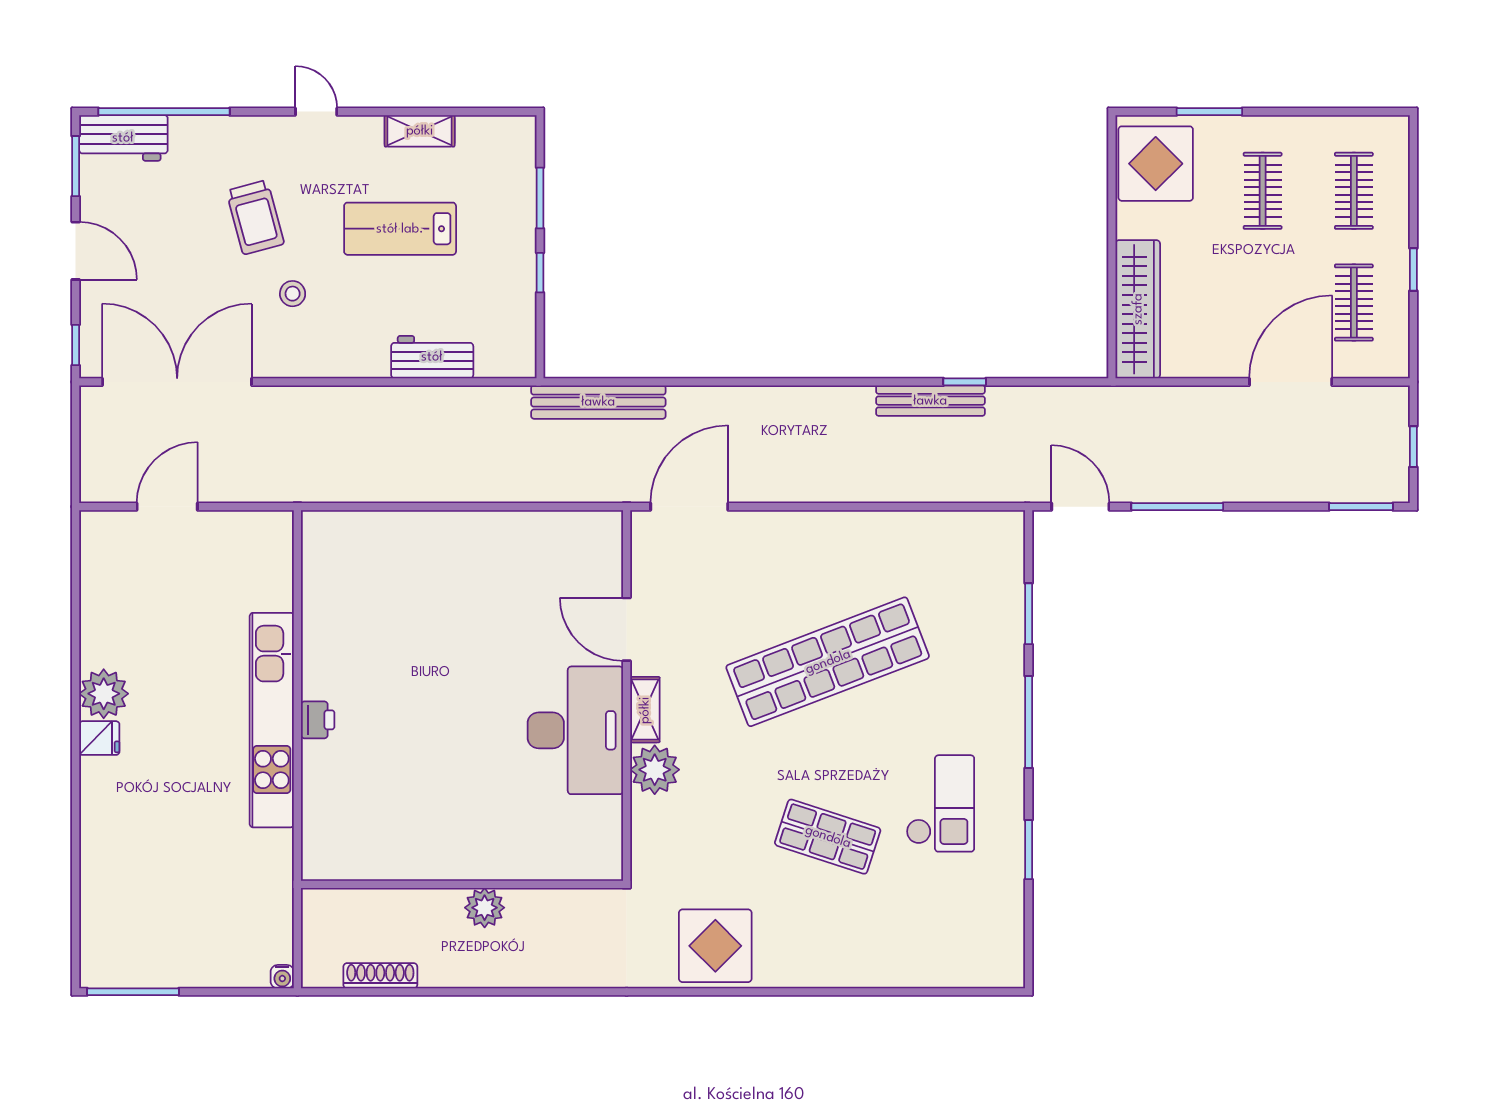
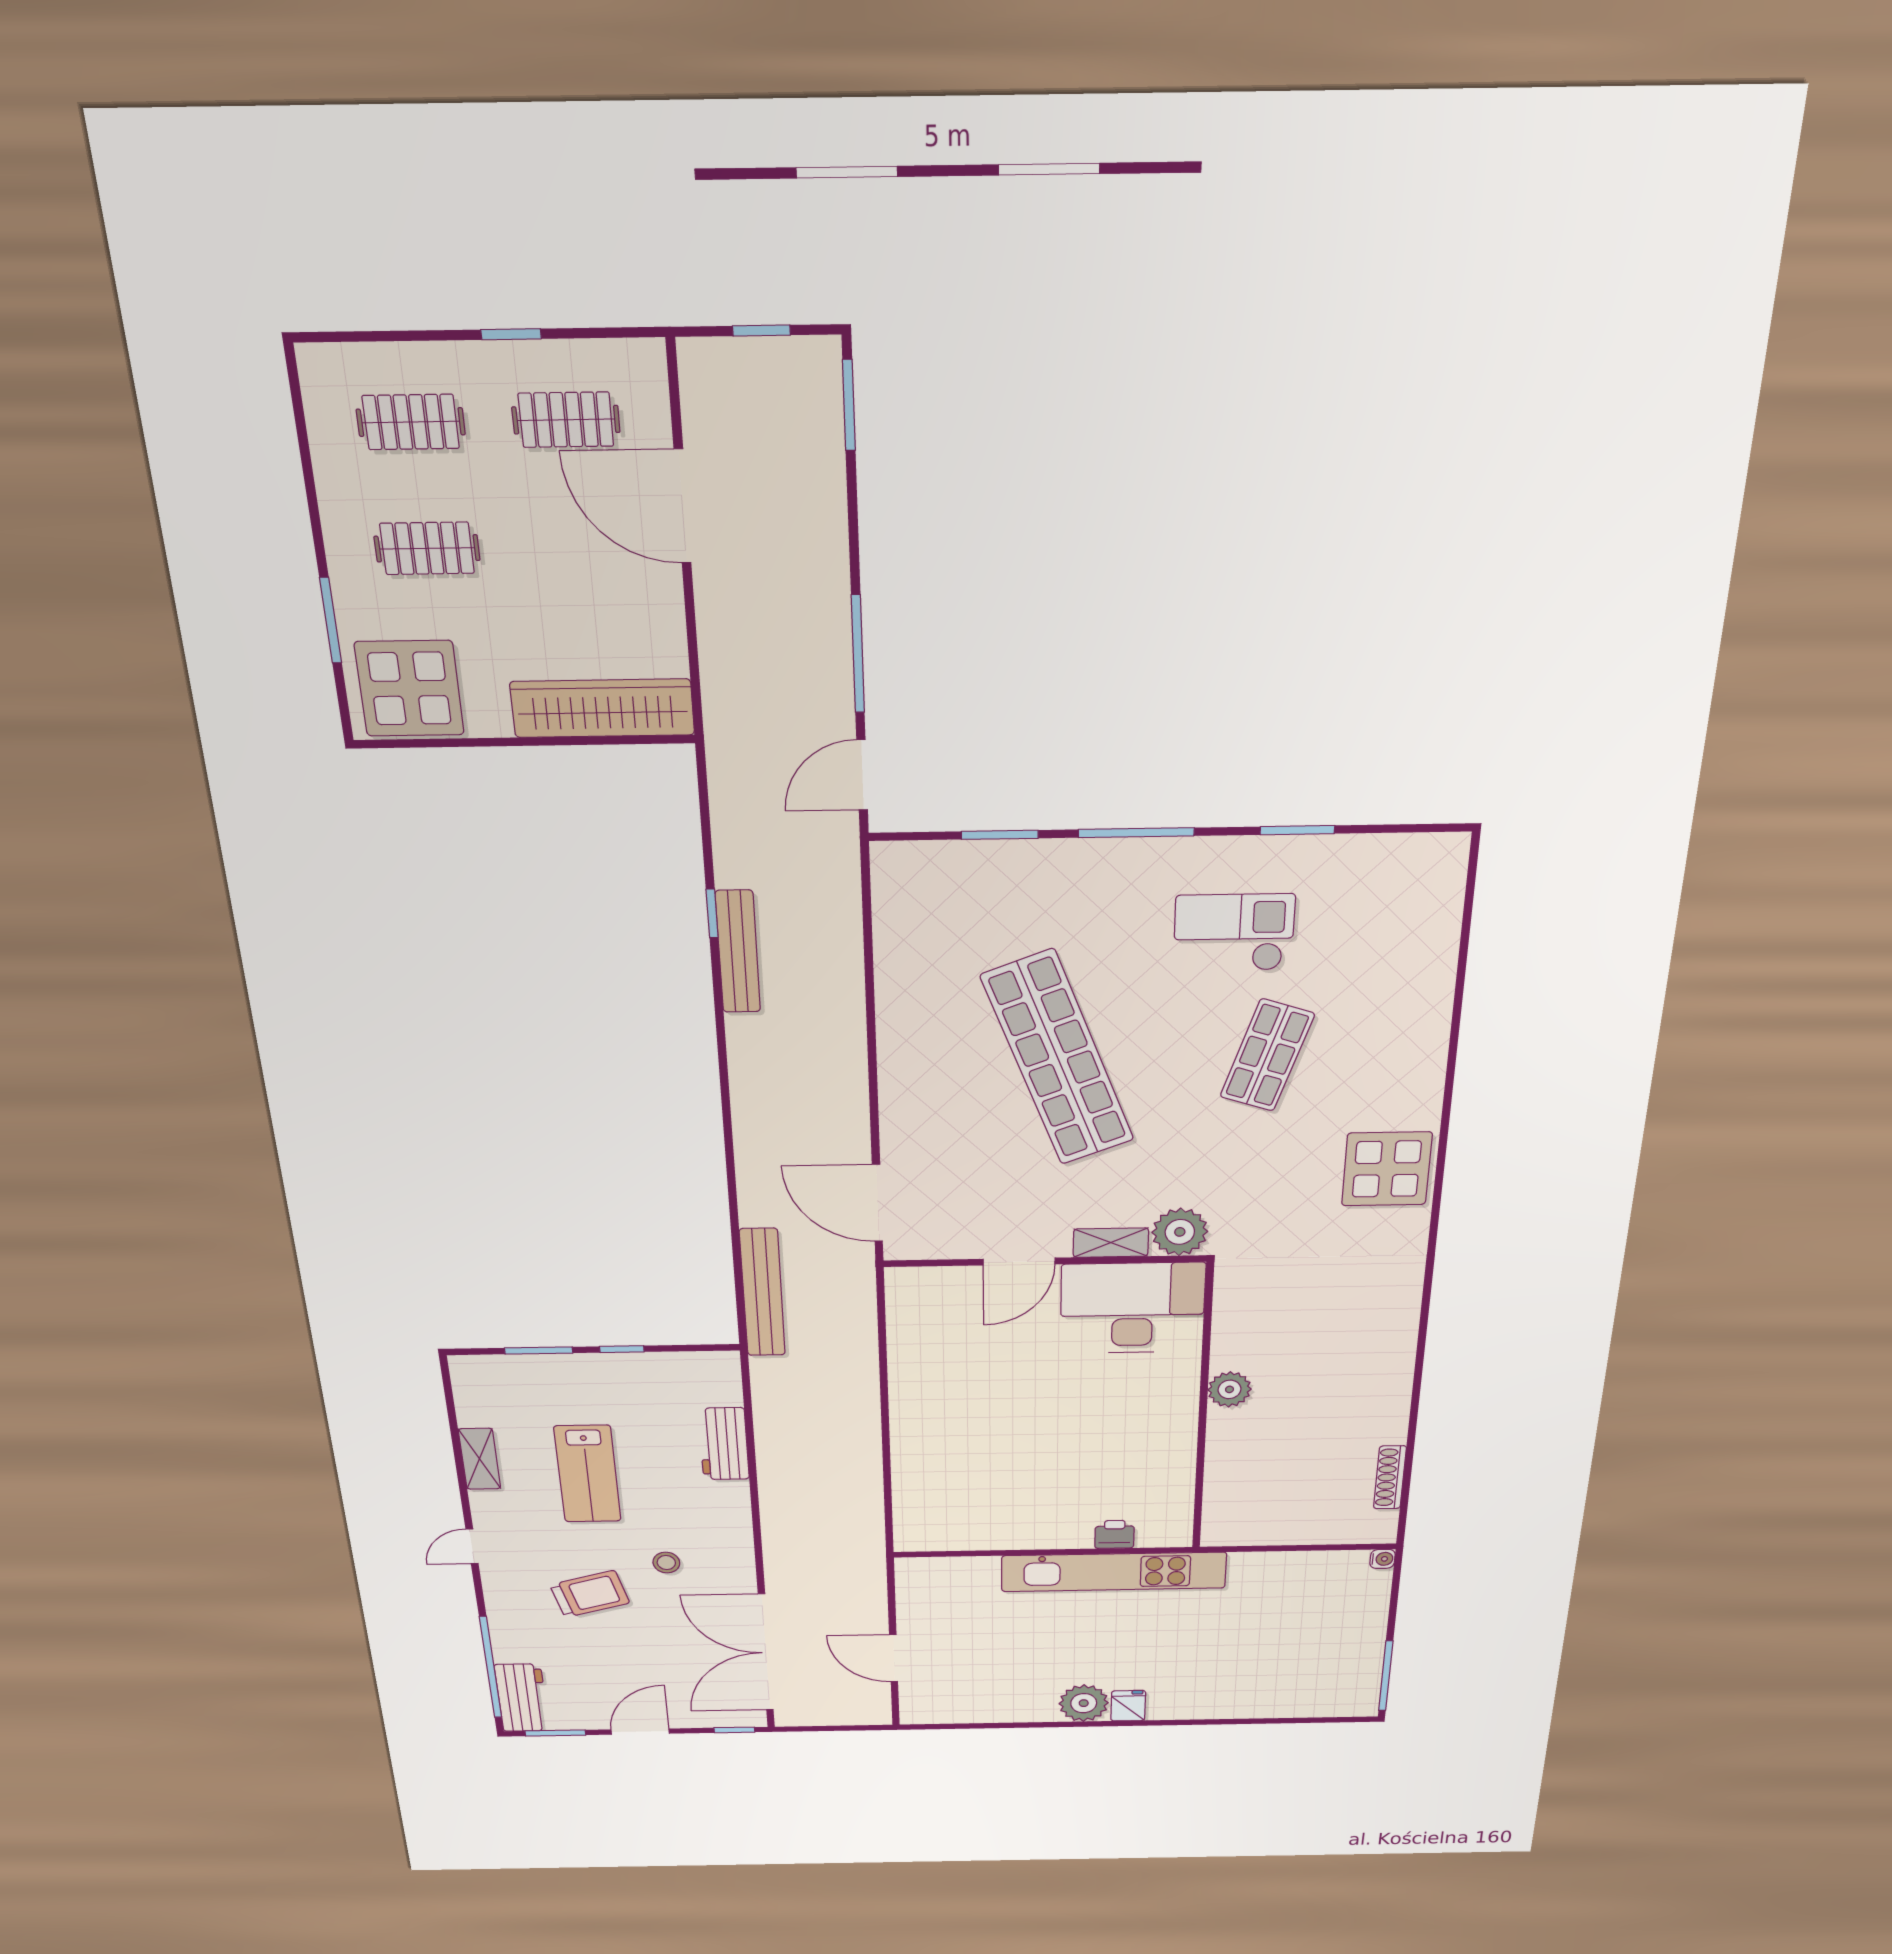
wall: (462, 884) -> (1203, 1410), moved
plant: (485, 908) -> (1229, 1389), moved

